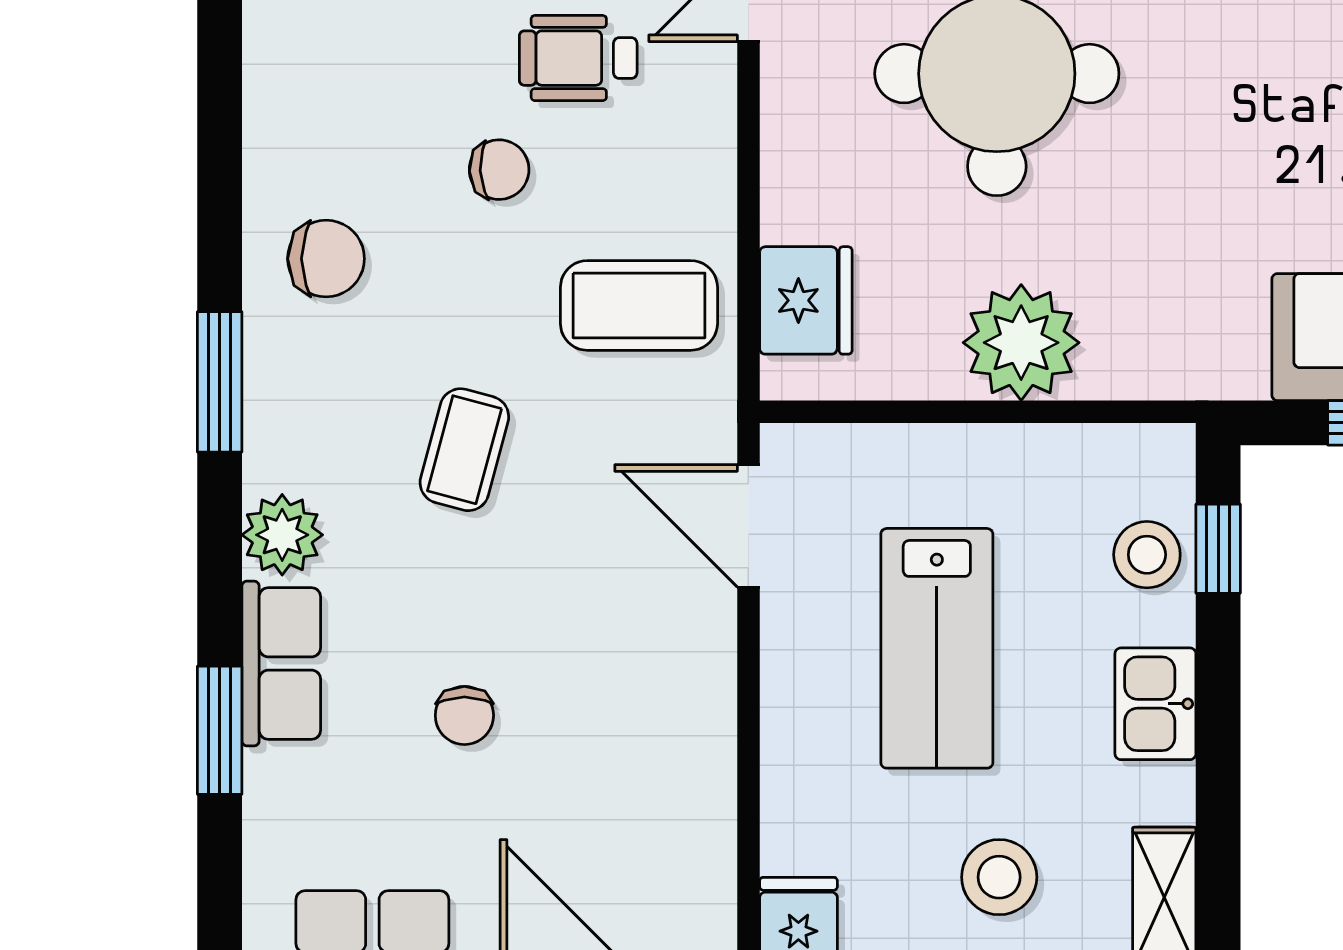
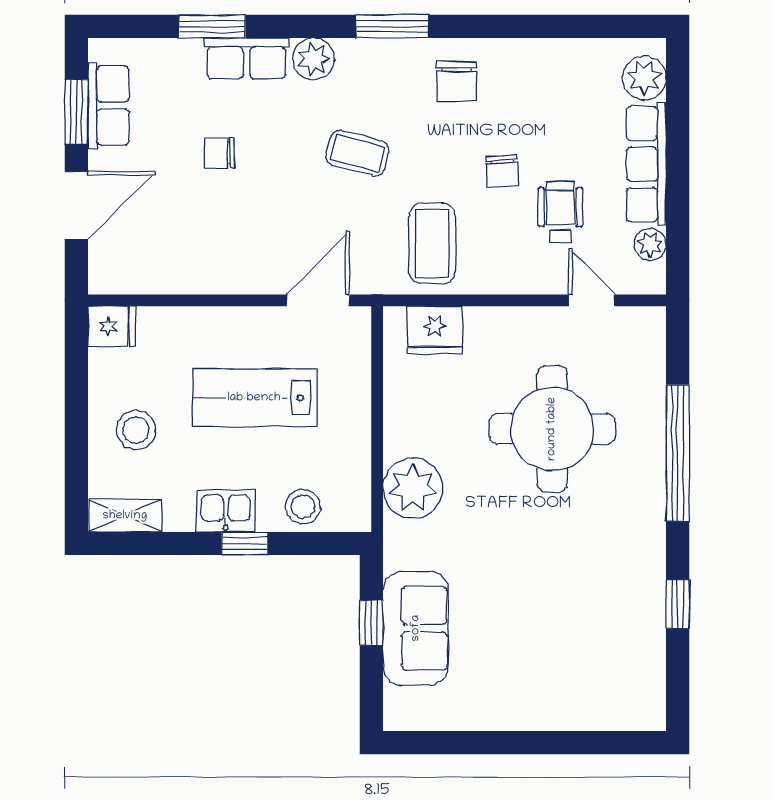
plant: (1021, 343) -> (413, 488), moved
window: (1218, 549) -> (245, 543), moved

